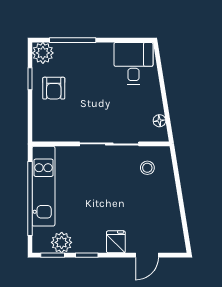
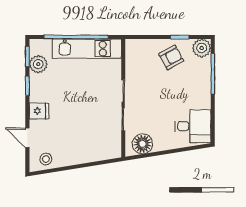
armchair: (54, 88) -> (171, 57), turned 151
floor lamp: (159, 121) -> (143, 144), width x1.89, depth x1.89
stool: (147, 168) -> (46, 159), moved

